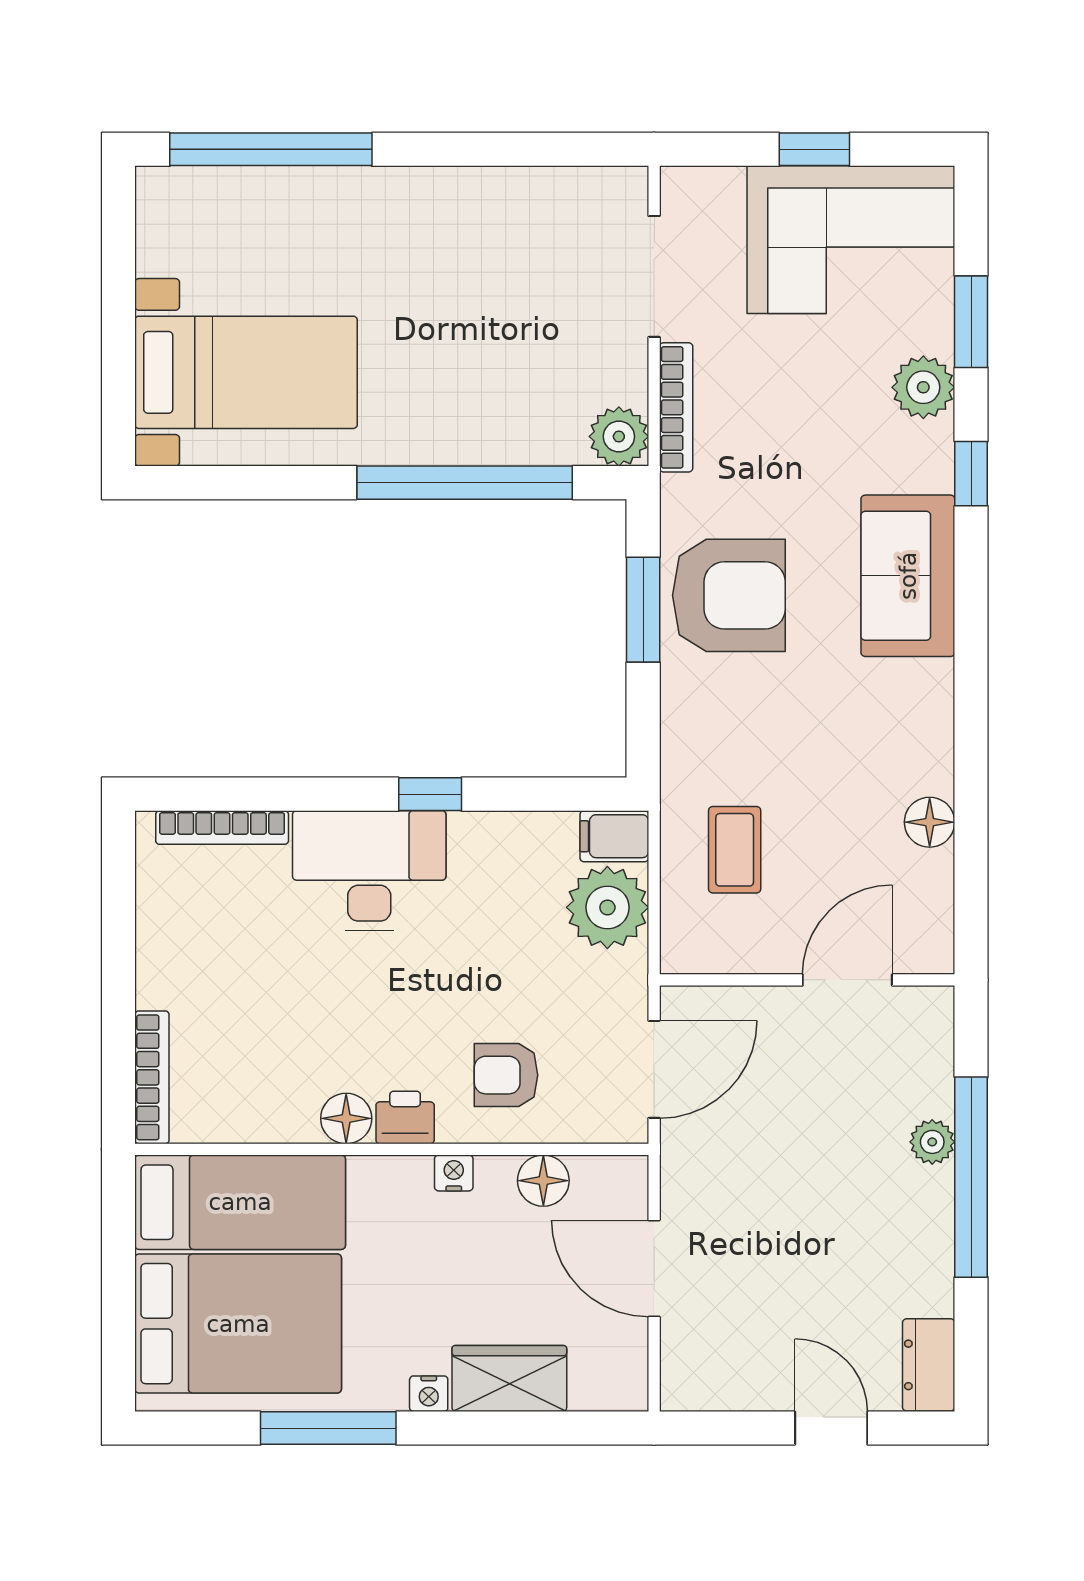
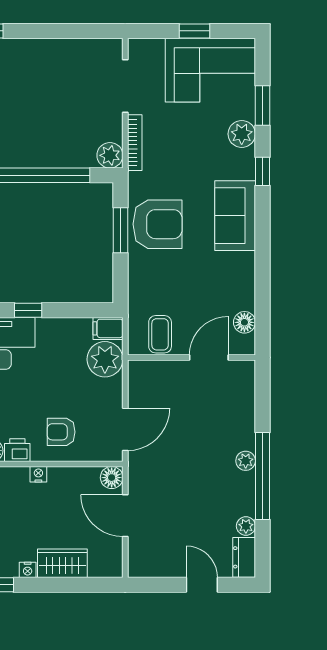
wall: (807, 980) -> (191, 358), moved
door: (847, 980) -> (209, 358), moved
floor lamp: (543, 1181) -> (112, 478), moved
plant: (933, 1293) -> (246, 526), added

